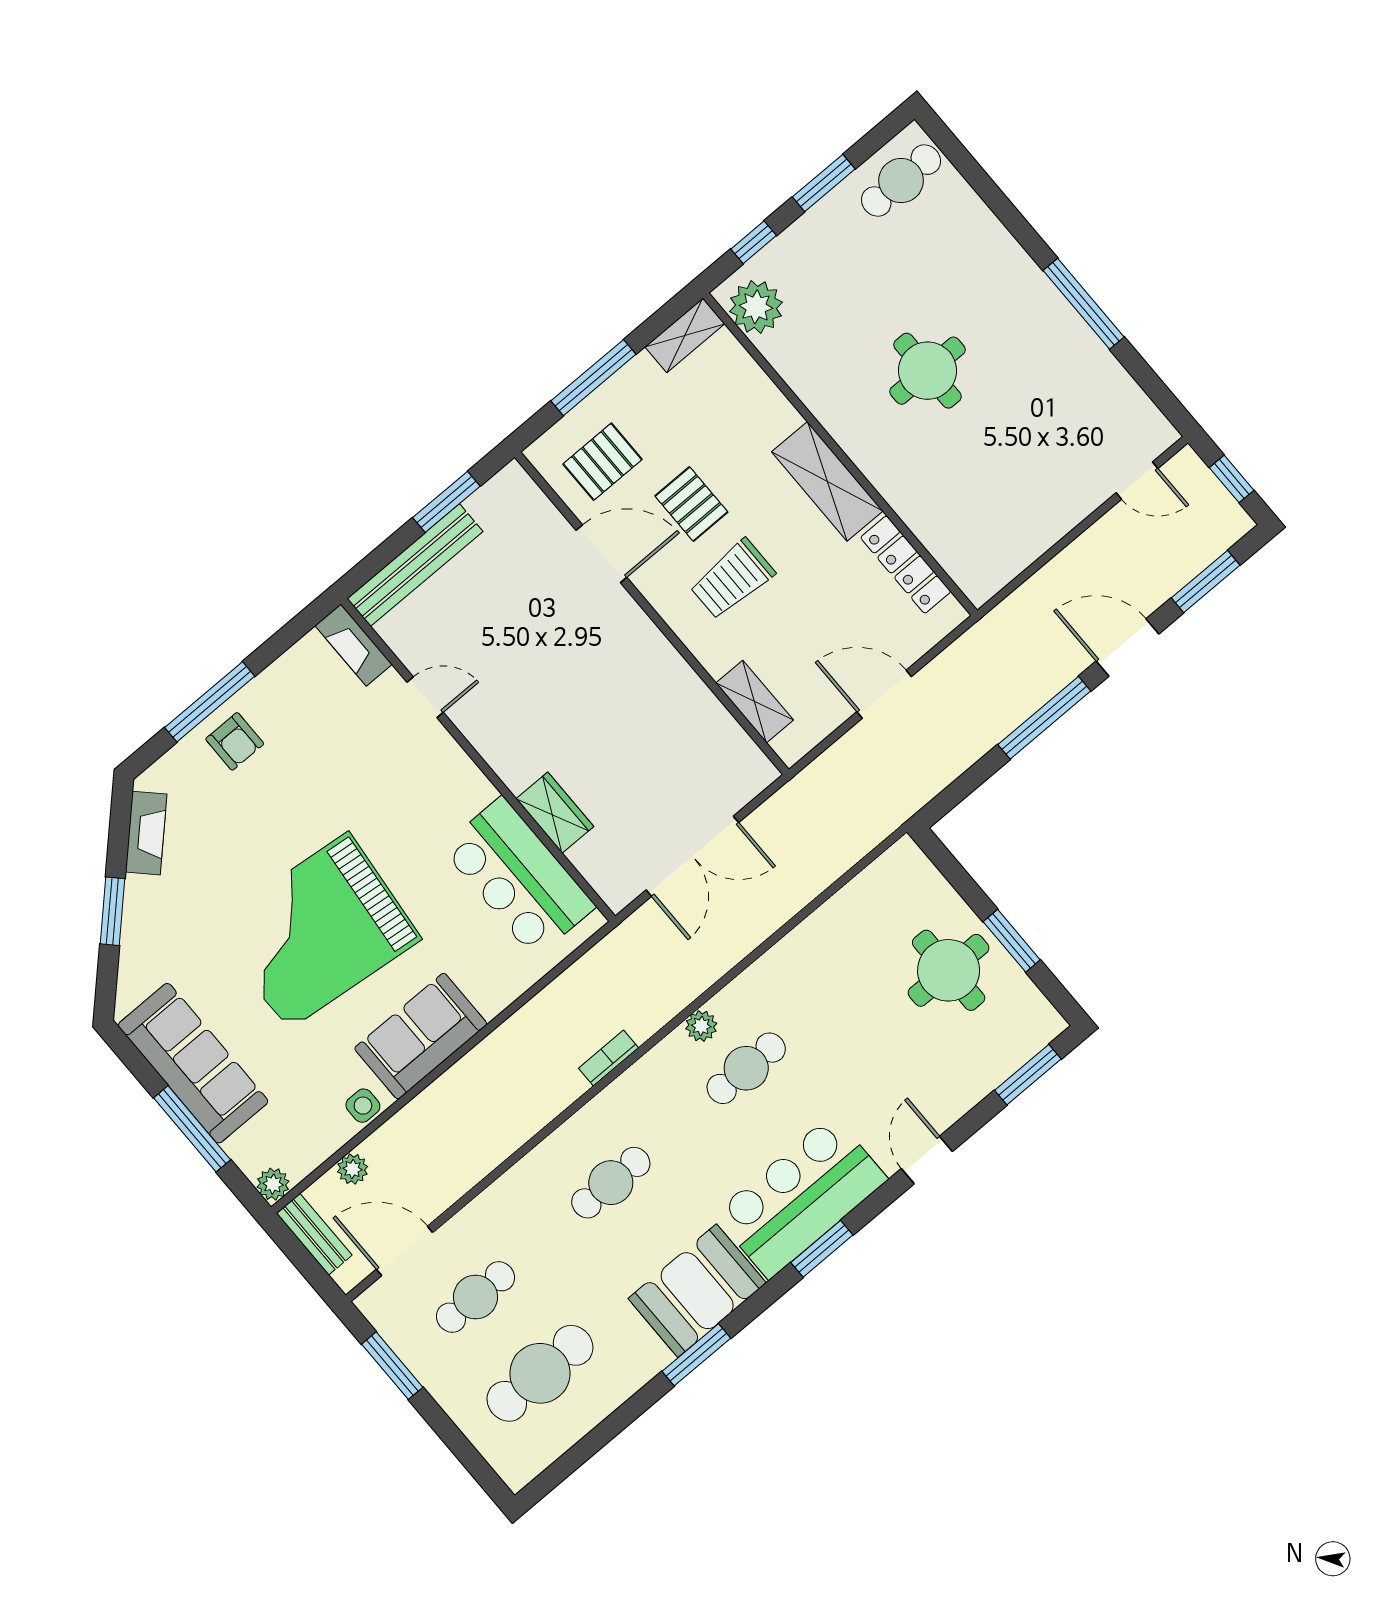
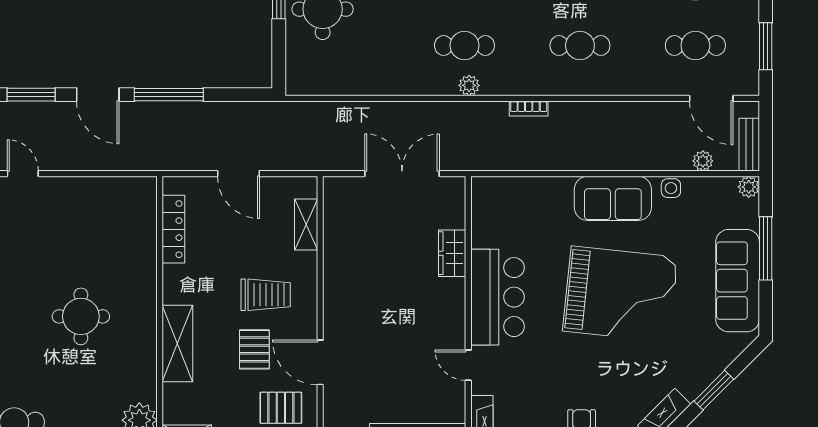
shelving: (827, 481) -> (177, 344), moved
bar counter: (518, 877) -> (497, 297), moved

